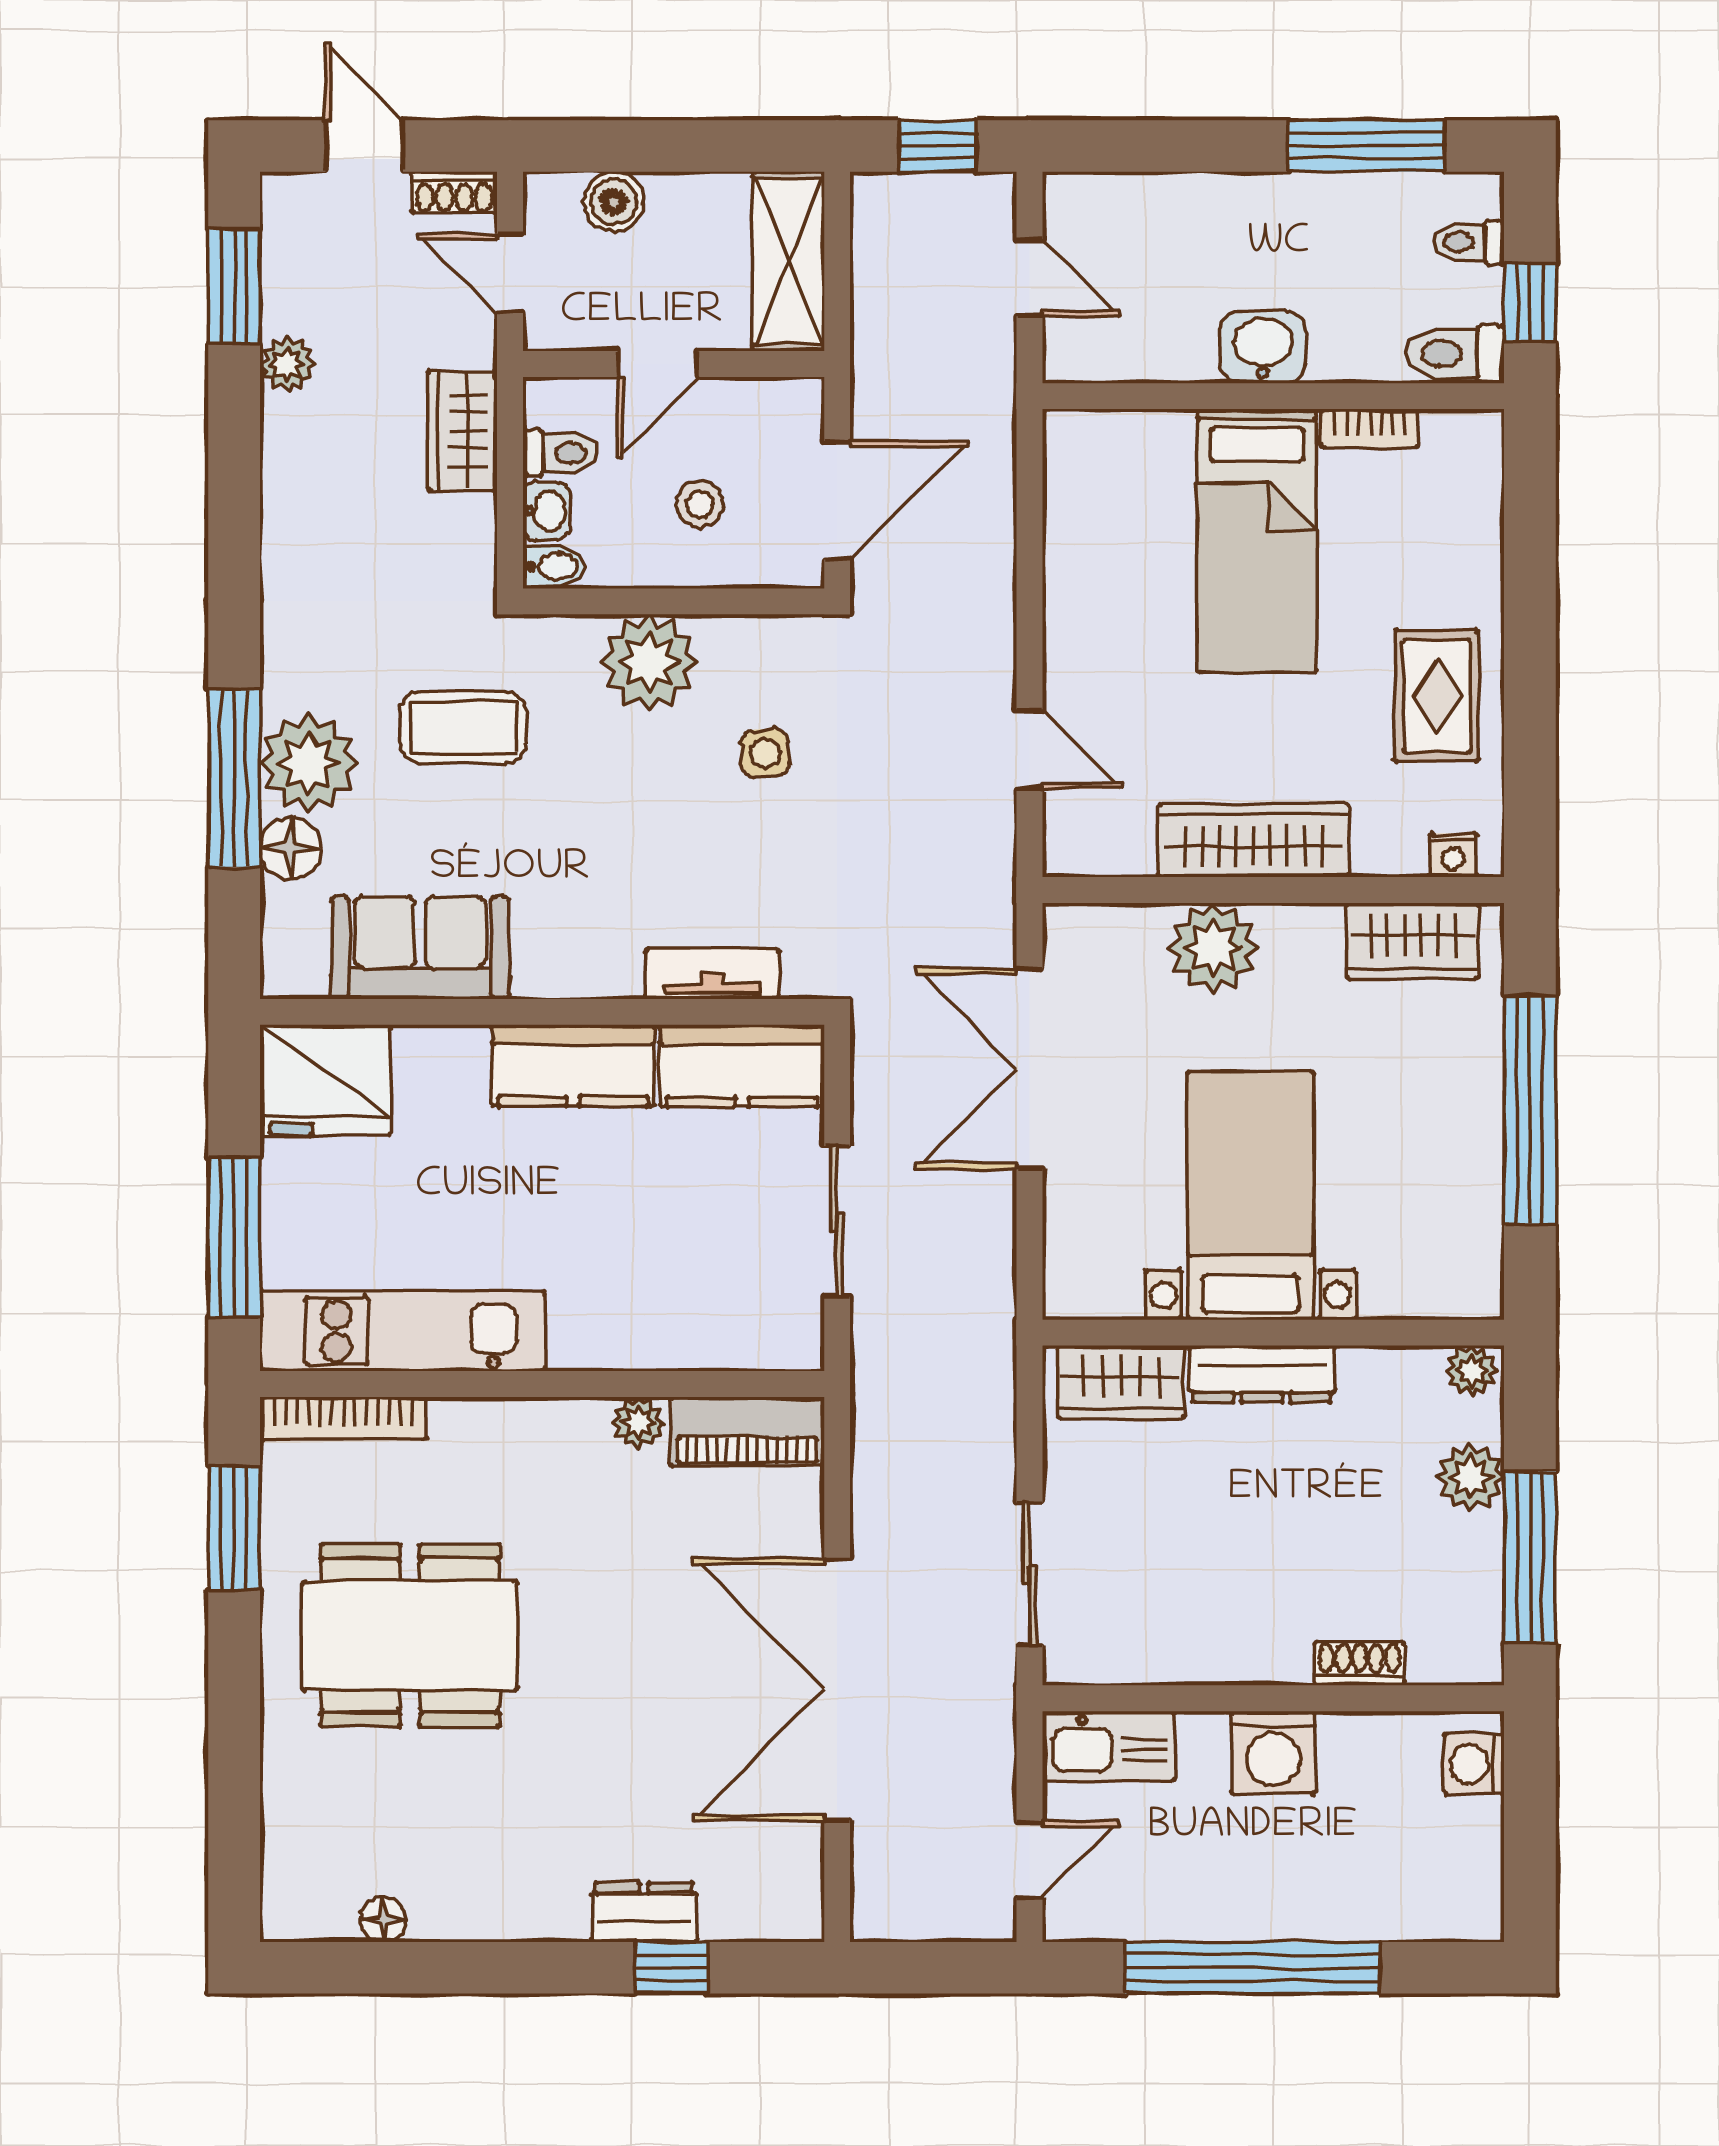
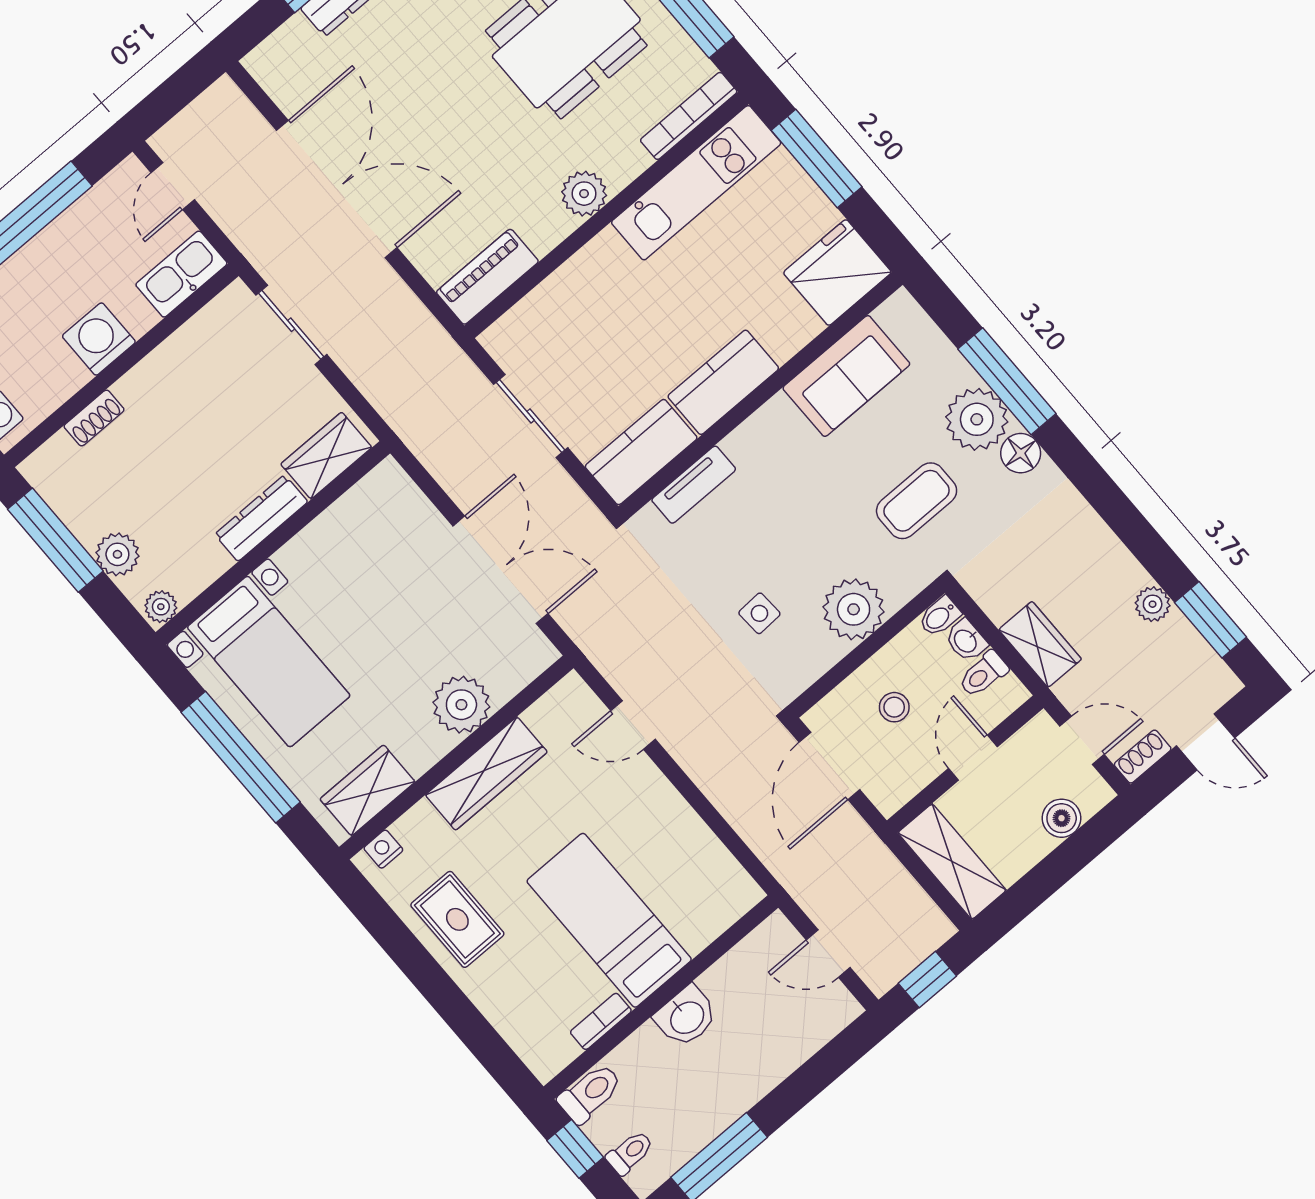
floor lamp: (291, 848) -> (1021, 453), moved
bed with nightstands: (1250, 1195) -> (269, 662), moved
plant: (639, 1423) -> (584, 194), moved, width x1.38, depth x1.38

